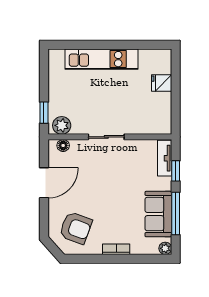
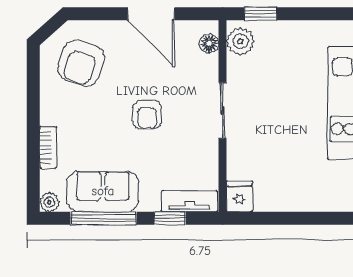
fridge: (162, 83) -> (239, 196), moved
armchair: (109, 186) -> (147, 115), added
bookcase: (116, 249) -> (48, 147), moved

